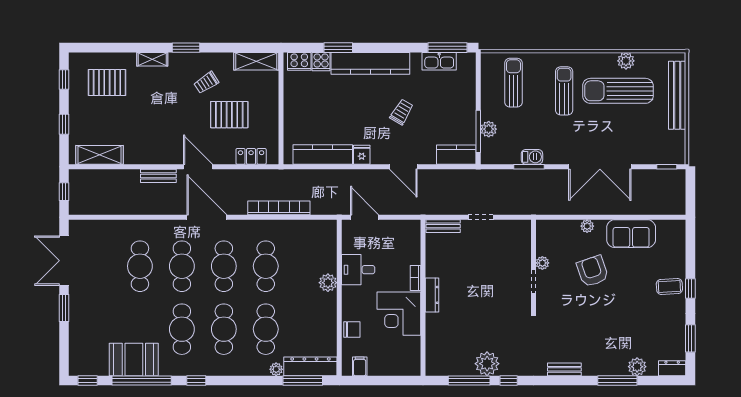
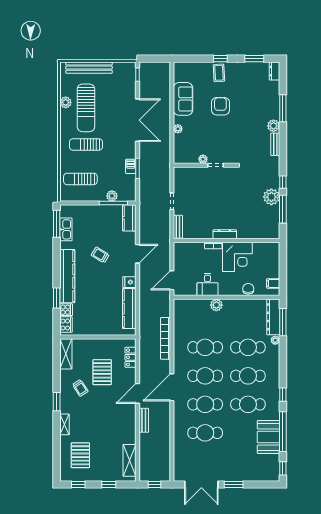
armchair: (593, 271) -> (220, 106), moved, turned 109
plant: (637, 367) -> (273, 126), moved

